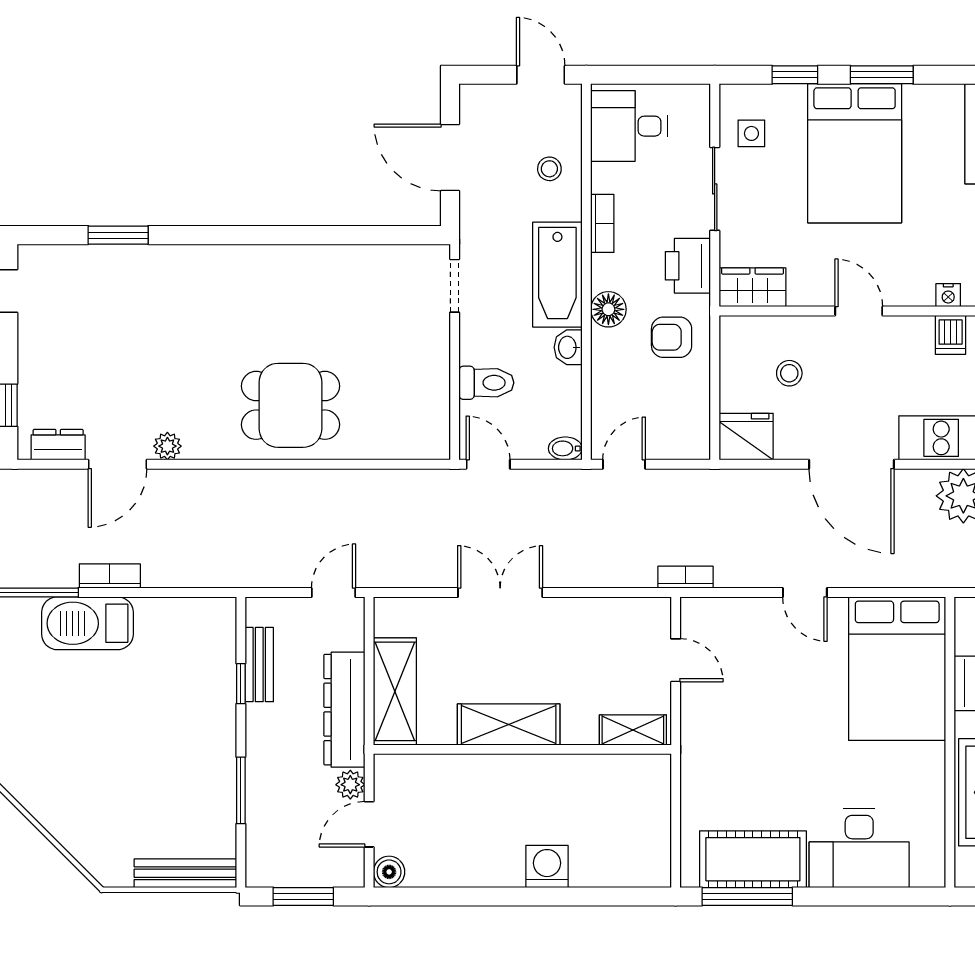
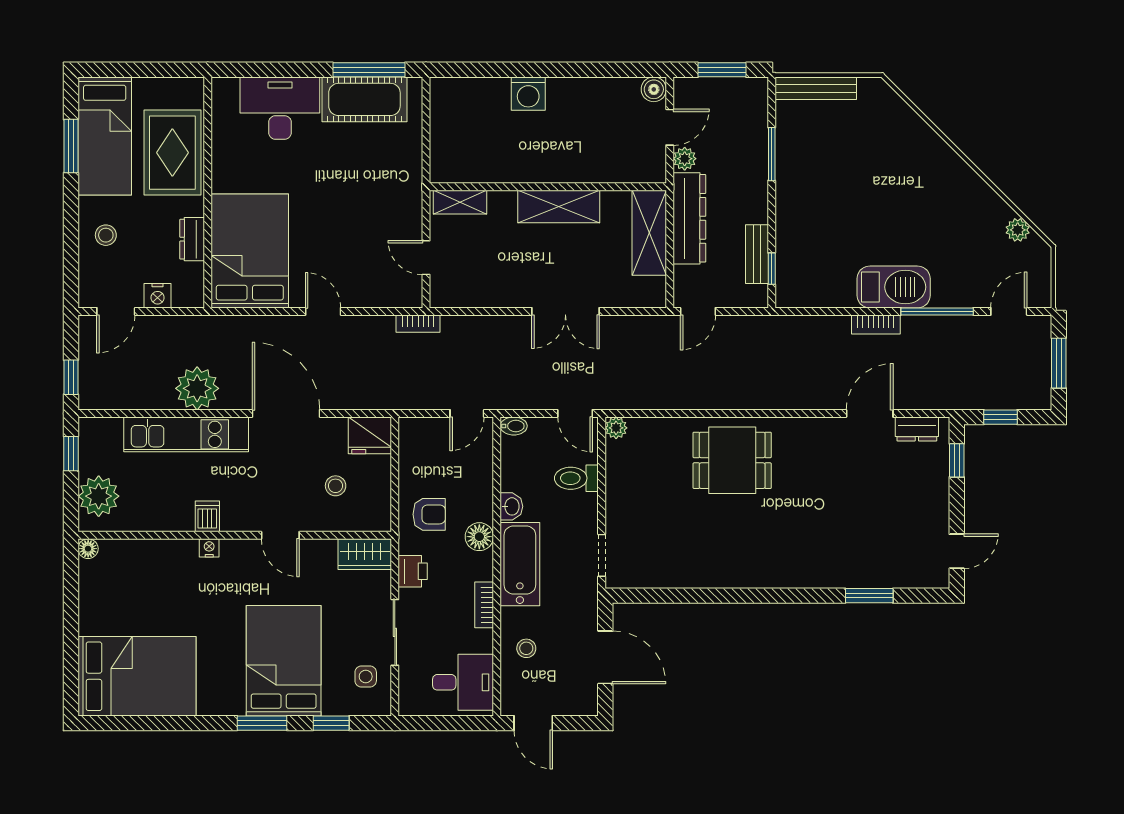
printer: (688, 266) -> (413, 571), width x0.73, depth x0.81
plant: (167, 446) -> (616, 428), moved
window: (241, 684) -> (772, 269), moved

